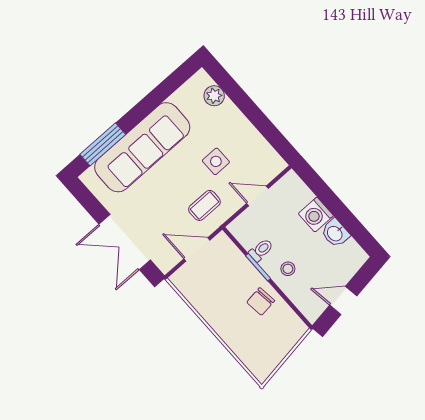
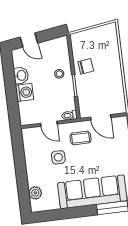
toilet: (261, 250) -> (69, 115), moved
door: (343, 301) -> (29, 40), moved

